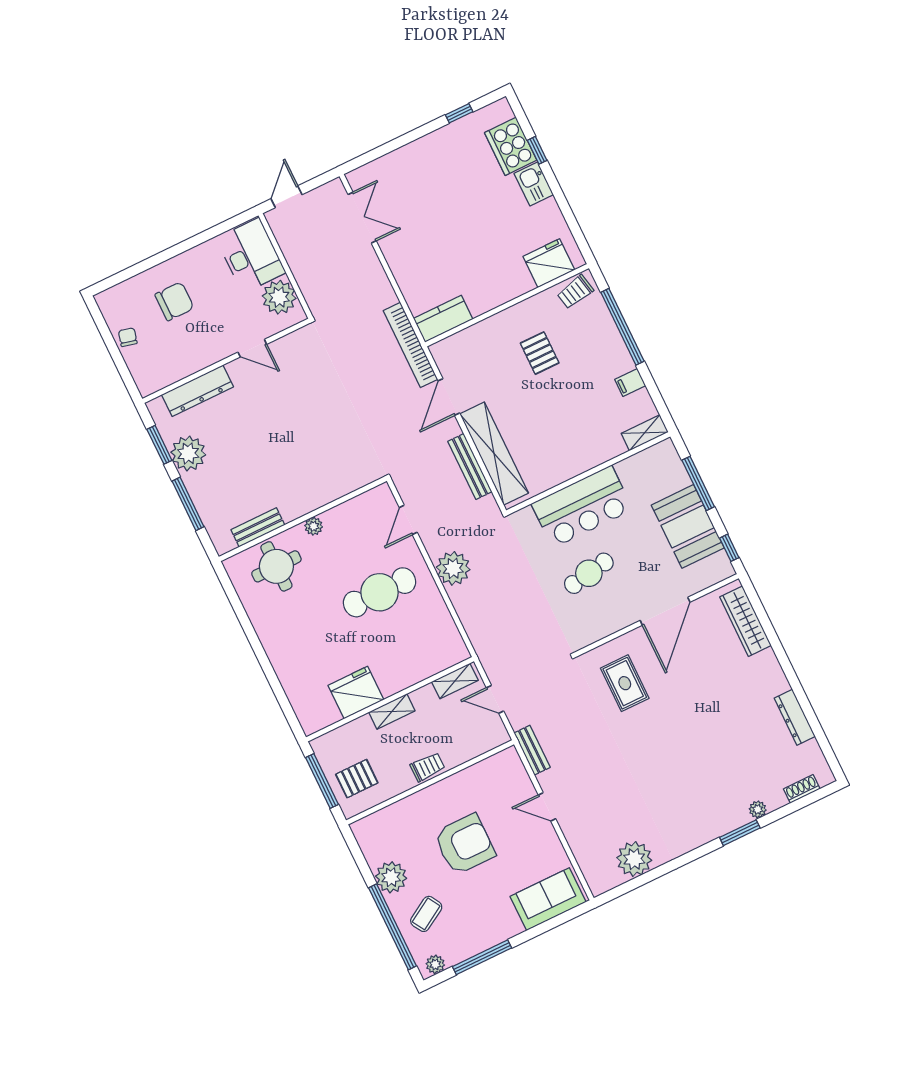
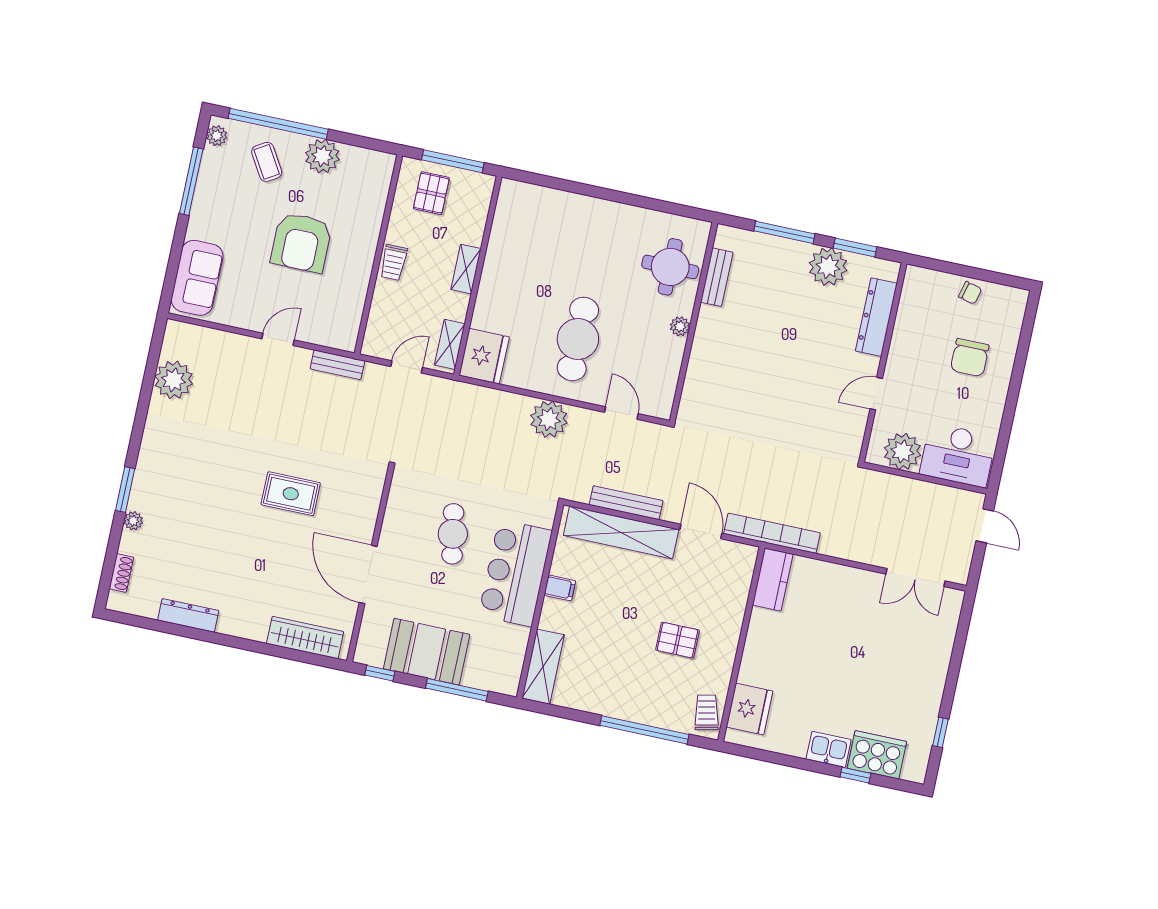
filing cabinet: (630, 382) -> (560, 588), moved, turned 90
shelving: (645, 433) -> (543, 667), width x1.50, depth x1.33
rug: (625, 683) -> (291, 494), moved
fridge: (356, 693) -> (484, 356), moved

